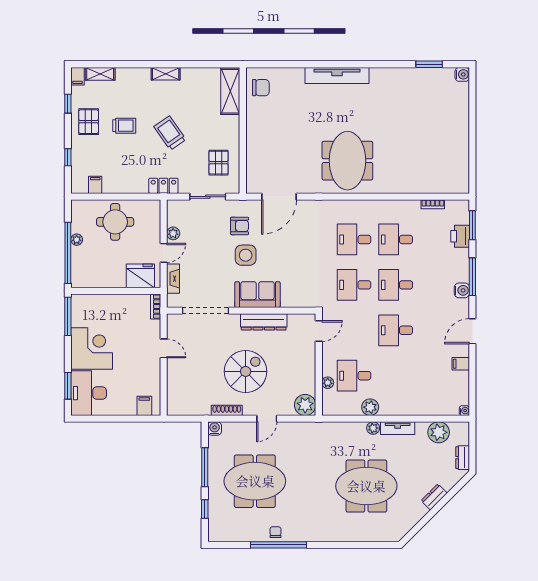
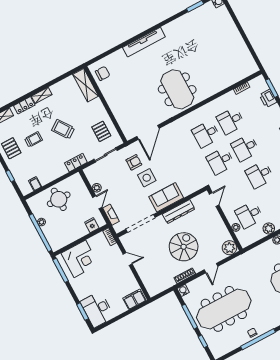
locker: (136, 75) -> (24, 105), added
fridge: (140, 276) -> (92, 225), width x0.53, depth x0.75
corner desk: (92, 349) -> (80, 259), moved, turned 90
filing cabinet: (144, 406) -> (134, 299), width x2.00
meeting table: (255, 481) -> (224, 309), width x1.36

